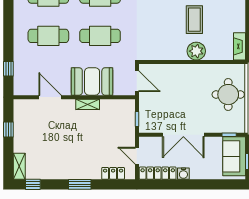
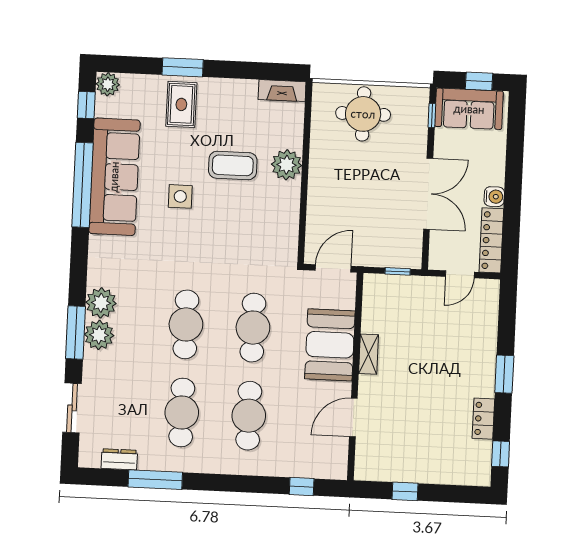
shelving: (19, 166) -> (469, 476), removed
locker: (113, 173) -> (483, 419), moved

